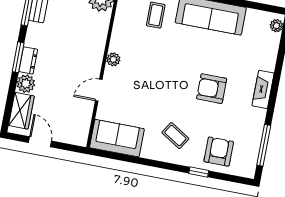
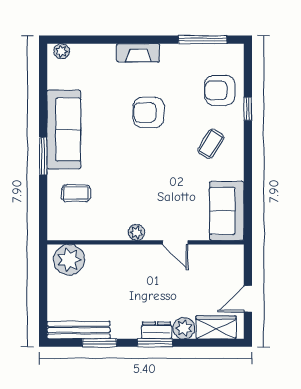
armchair: (212, 89) -> (149, 112), turned 90

